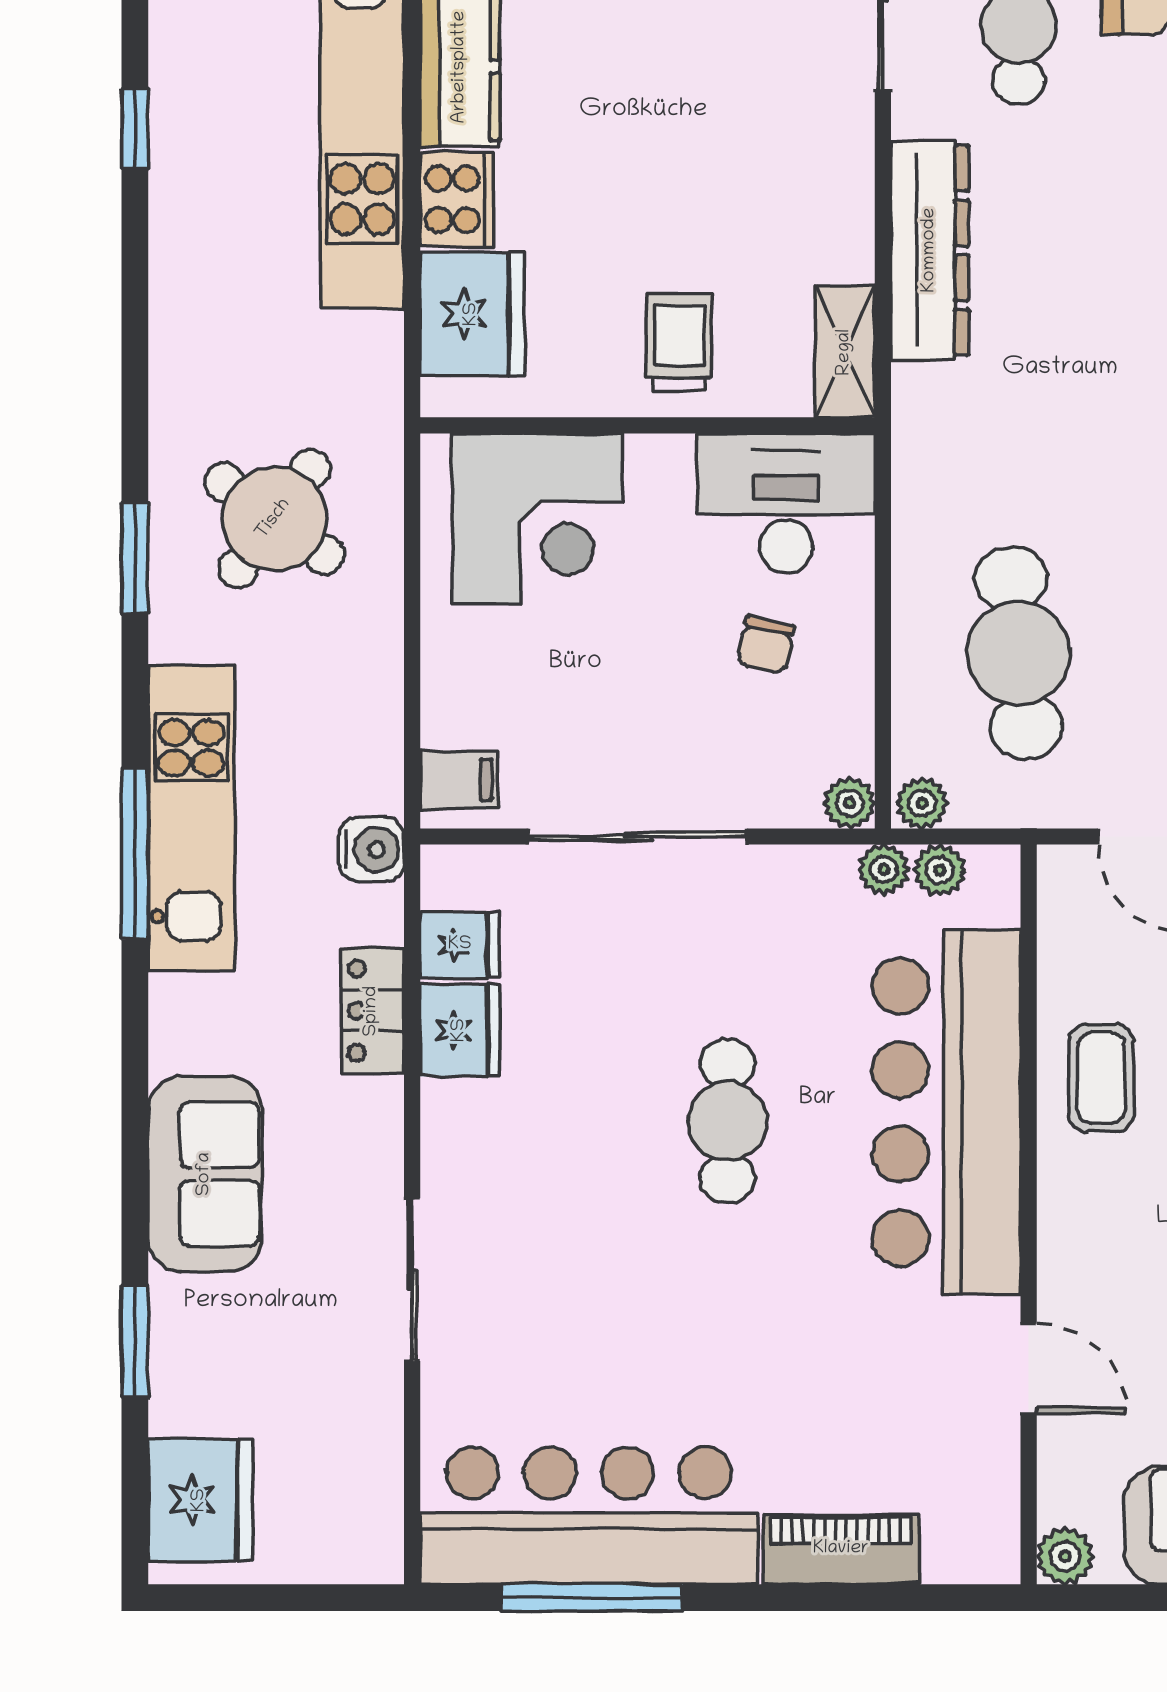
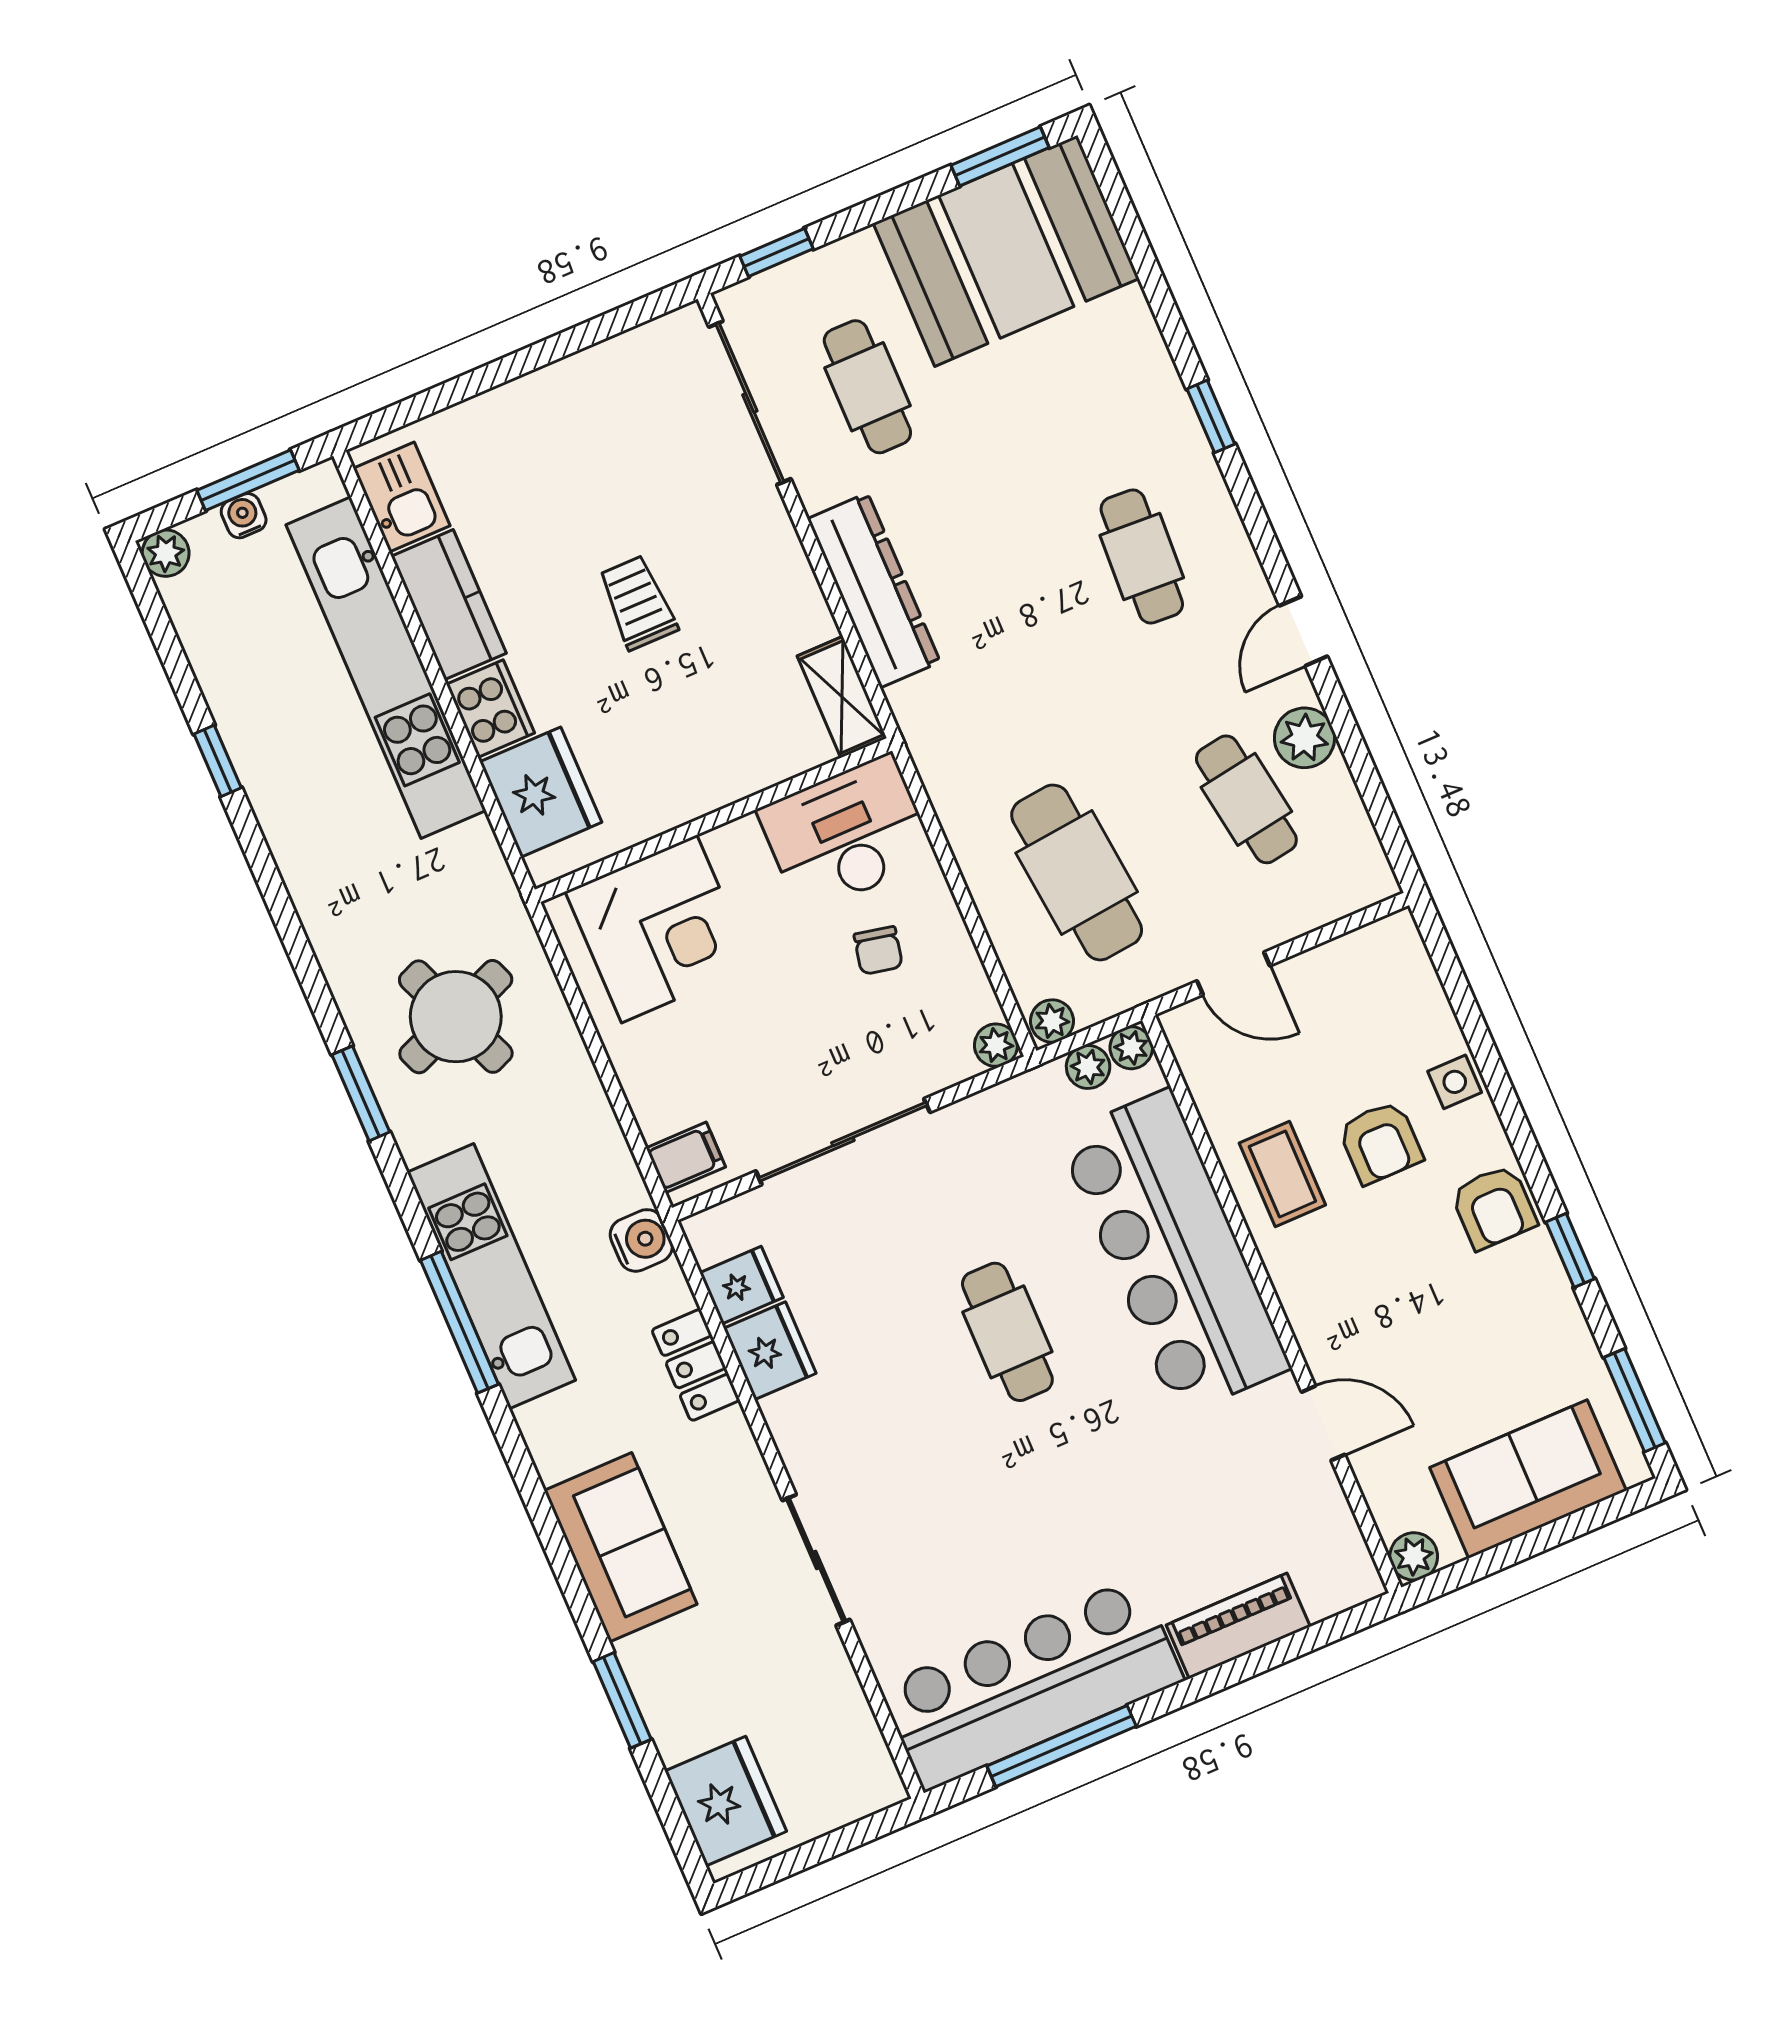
trolley: (679, 342) -> (638, 603), moved
round table: (274, 519) -> (456, 1017), turned 32
plant: (884, 869) -> (1131, 1048), moved

